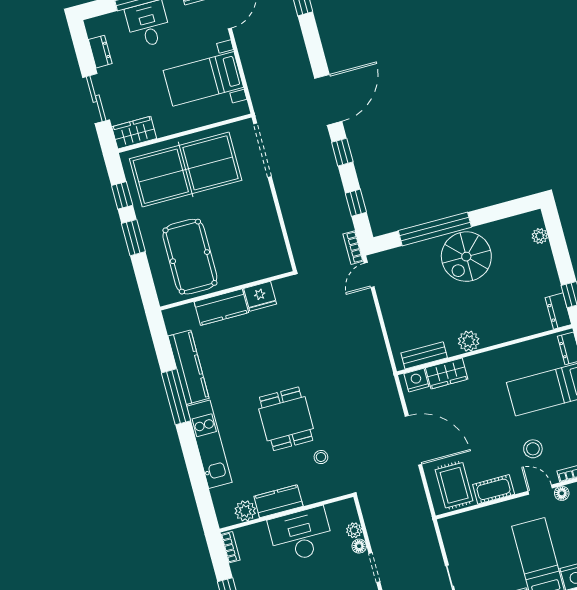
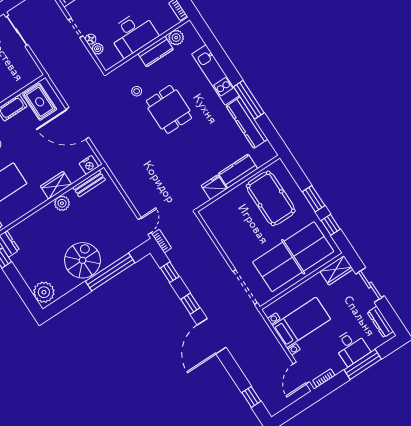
dresser: (100, 52) -> (380, 322), width x1.44
plant: (540, 236) -> (44, 292), width x1.88, depth x1.88
wardrobe: (447, 373) -> (56, 185), moved

